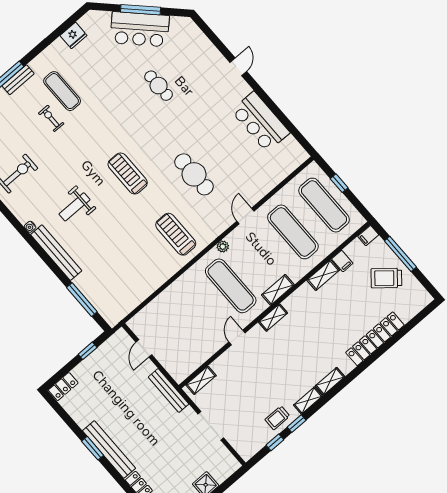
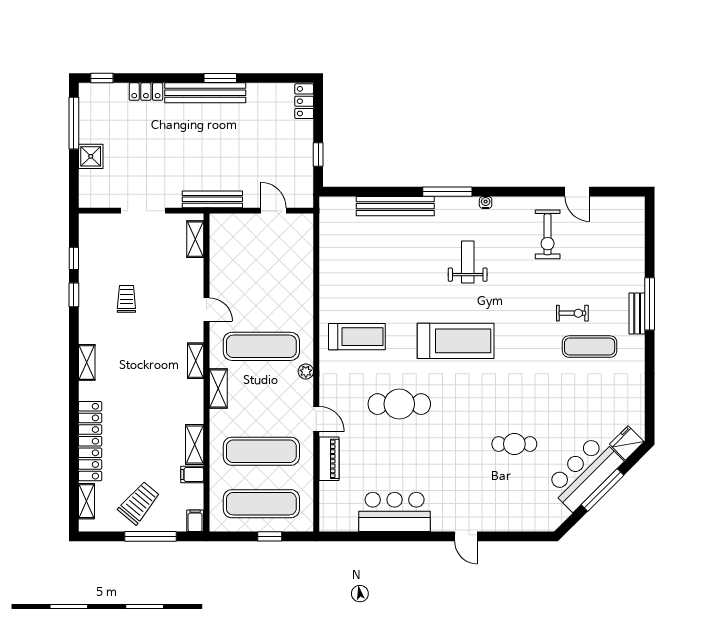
fridge: (73, 35) -> (627, 443), moved, turned 45
treadmill: (128, 173) -> (456, 341), width x1.37, depth x1.37
piano: (263, 188) -> (329, 459), added
bench: (56, 253) -> (395, 206), moved
window: (82, 300) -> (447, 192), moved
shelving: (308, 400) -> (87, 501), moved
trolley: (277, 418) -> (126, 299), moved

